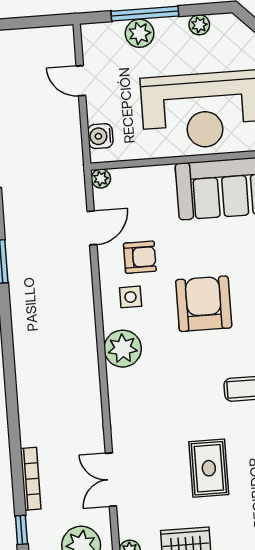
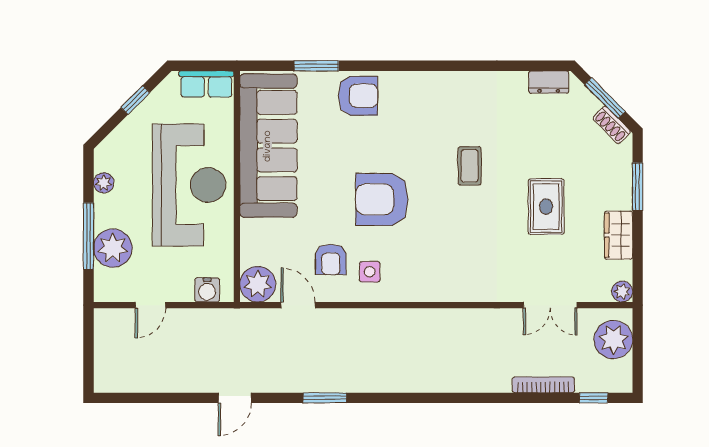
plant: (140, 33) -> (113, 248), width x1.36, depth x1.36
plant: (101, 179) -> (258, 284), width x1.87, depth x1.87
armchair: (140, 257) -> (331, 260), turned 180
plant: (123, 349) -> (421, 283), removed
rug: (209, 468) -> (546, 207), turned 90

